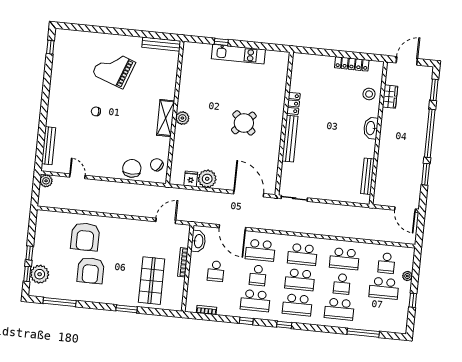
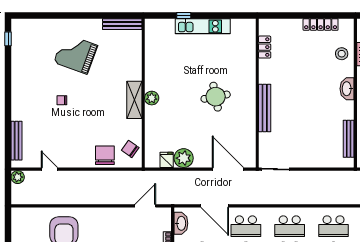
locker: (293, 103) -> (265, 47), moved
round table: (244, 123) -> (216, 97), turned 35

